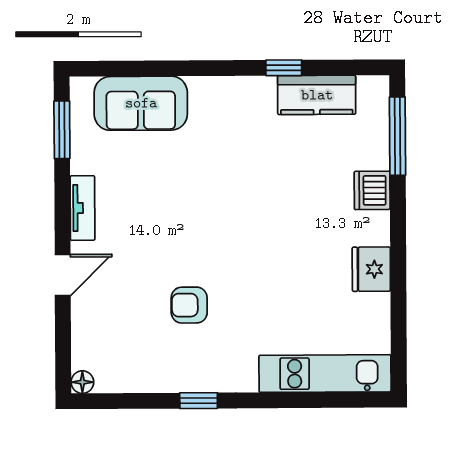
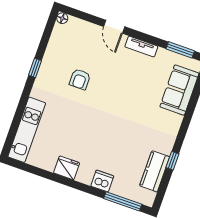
armchair: (189, 305) -> (80, 79), turned 180

